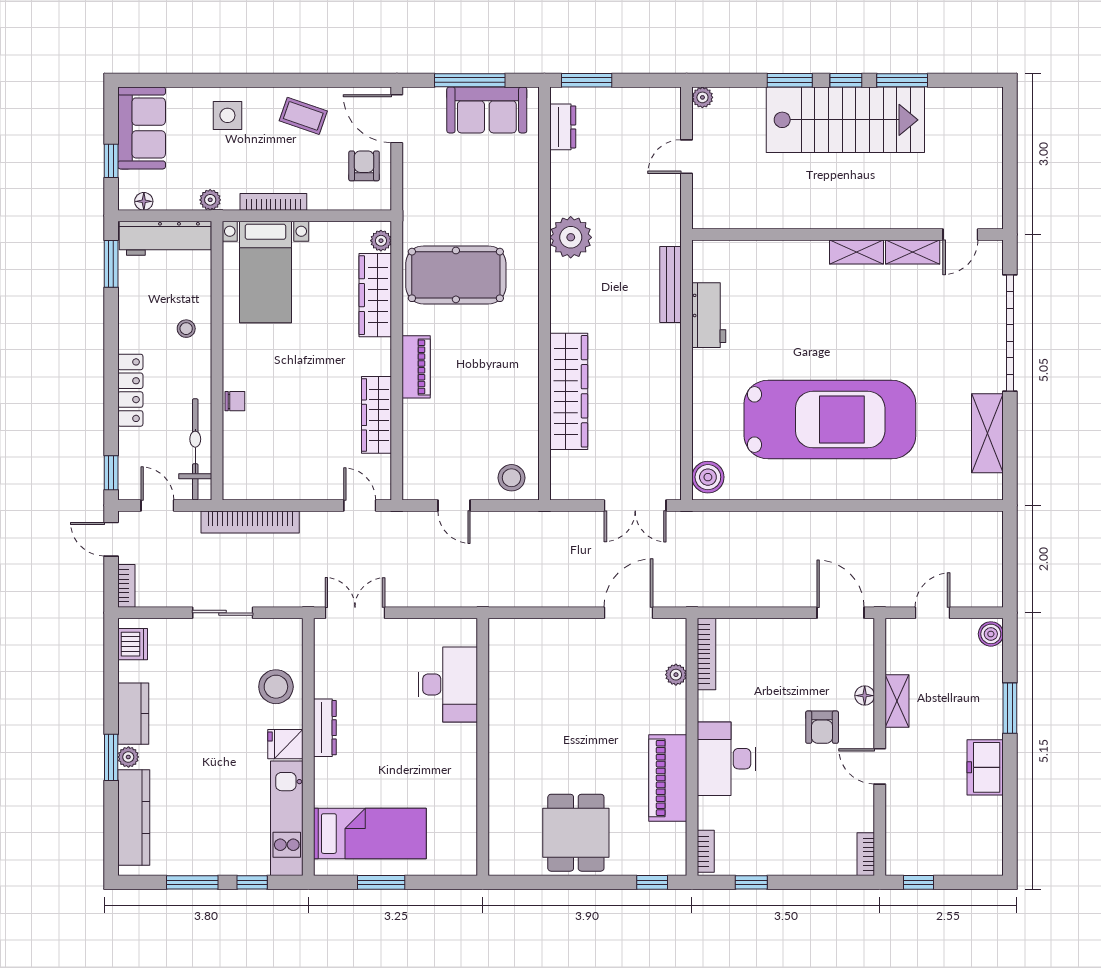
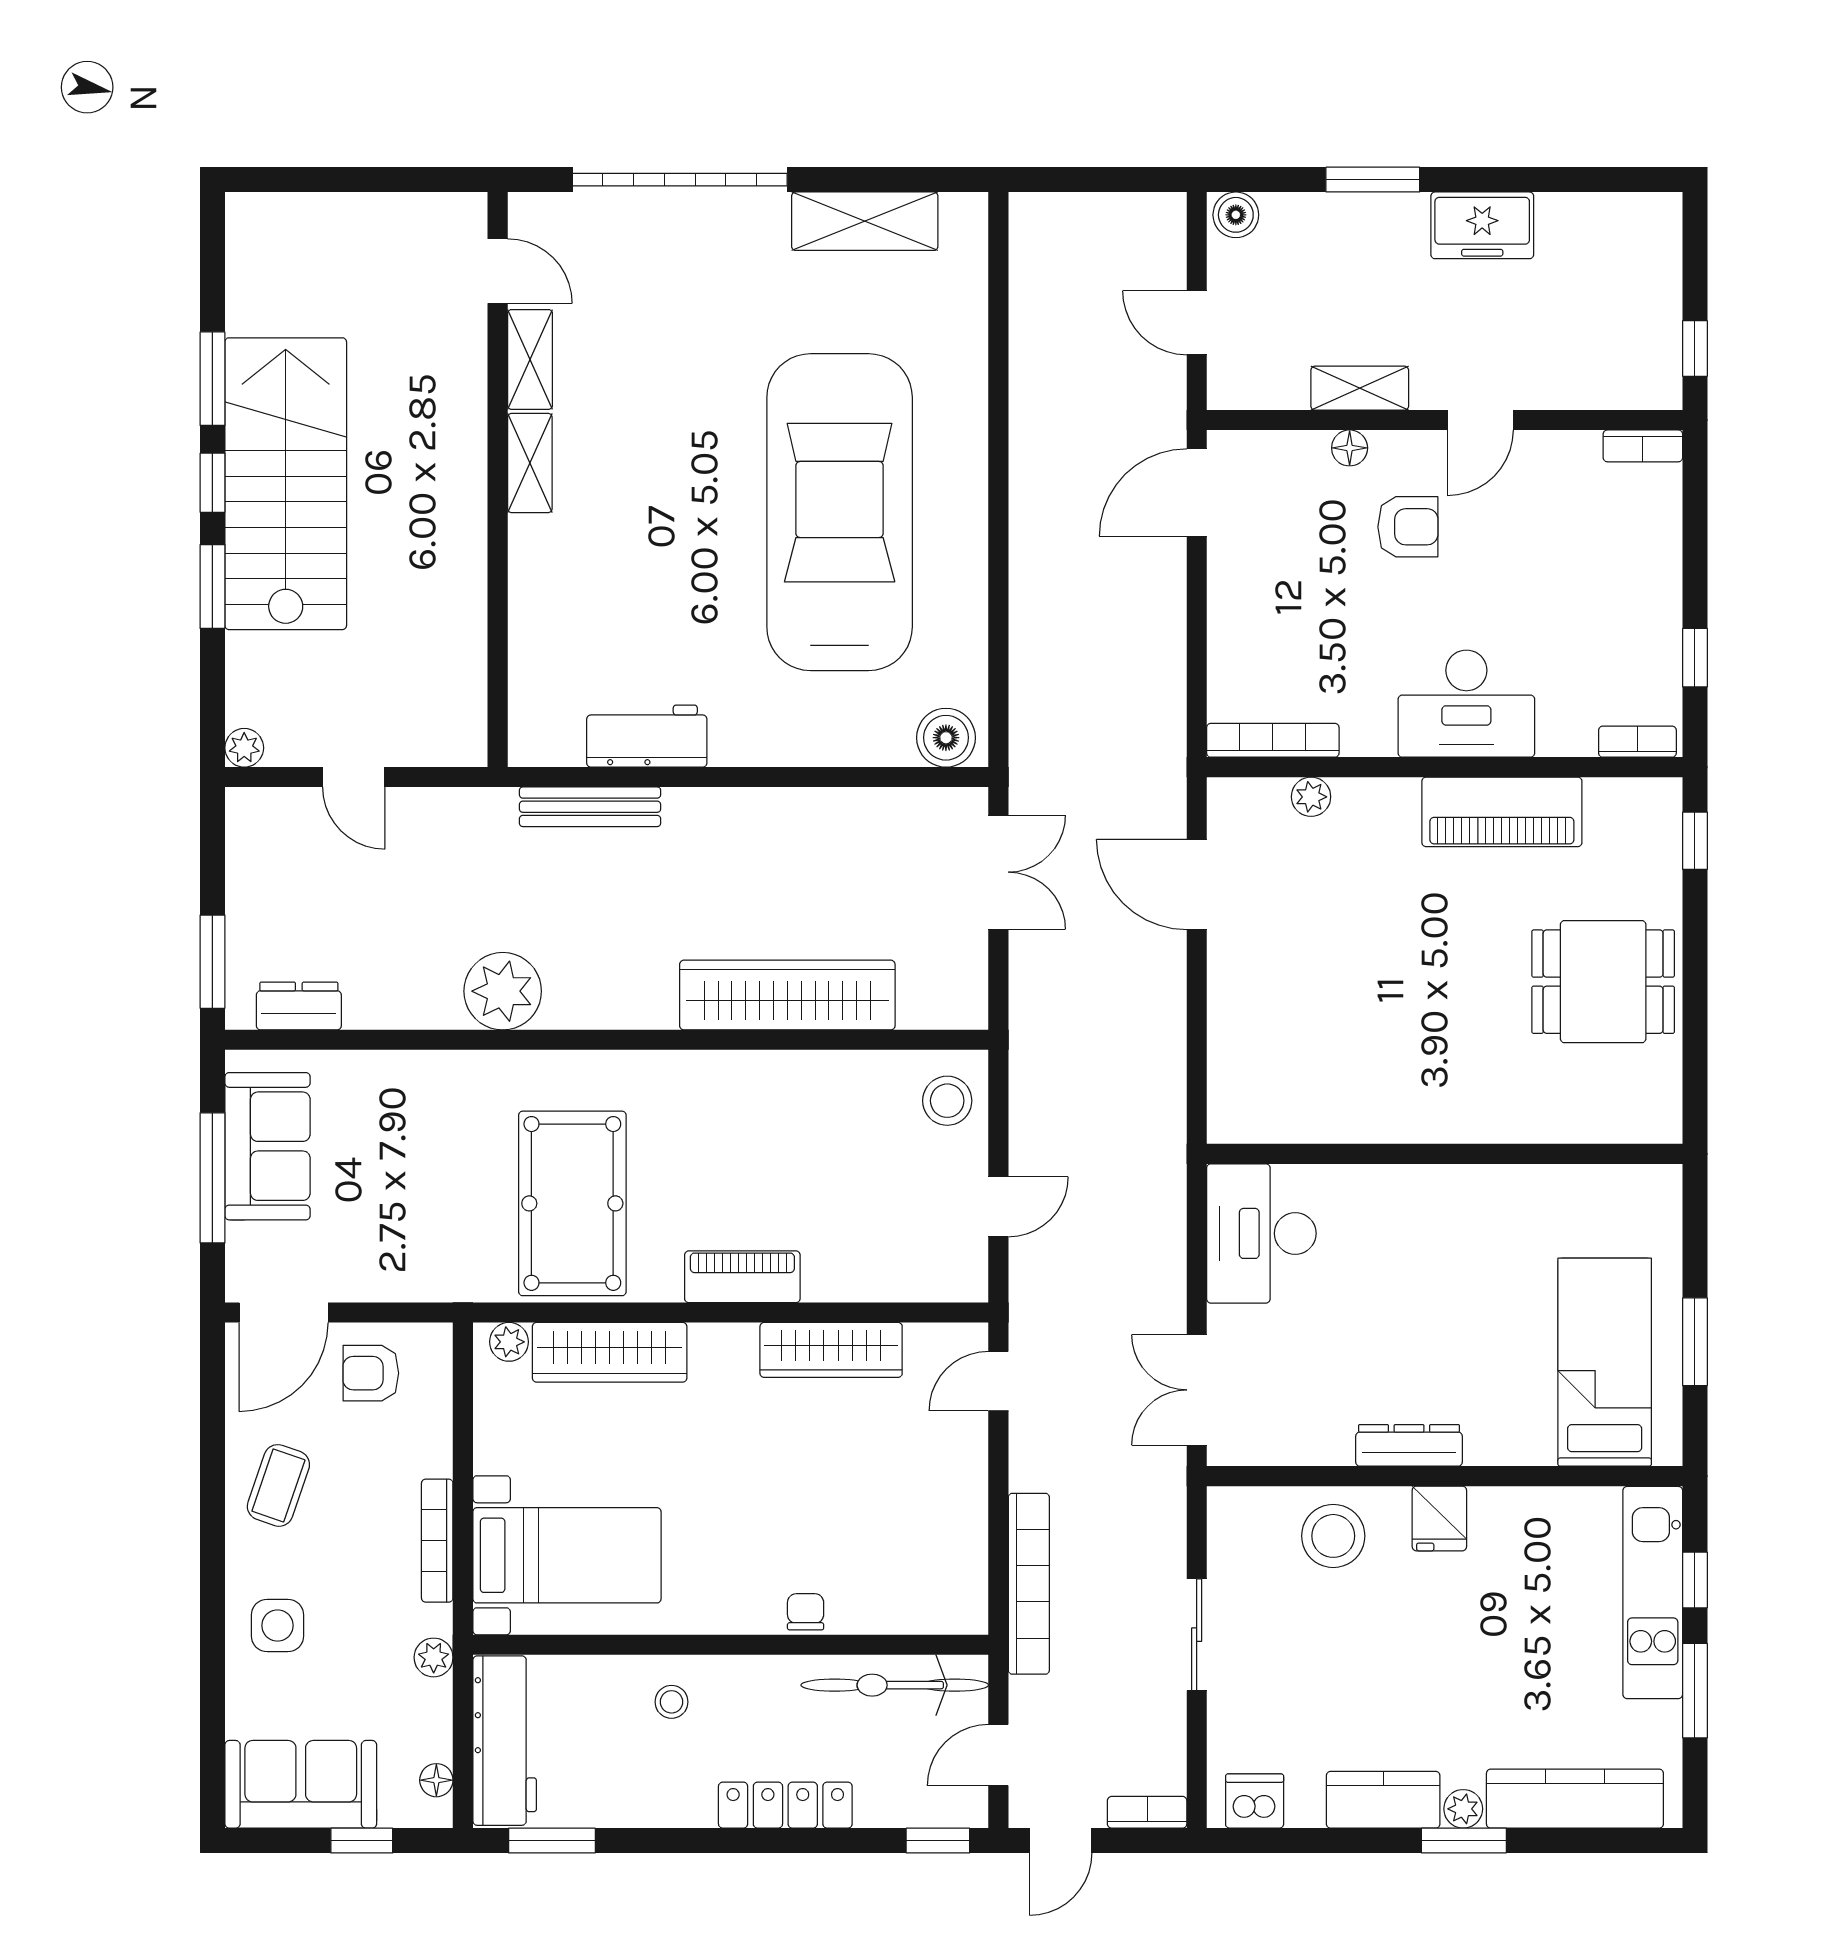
desk: (448, 684) -> (1261, 1233), moved, turned -90
kitchen unit: (287, 818) -> (1653, 1593), moved, turned 90

